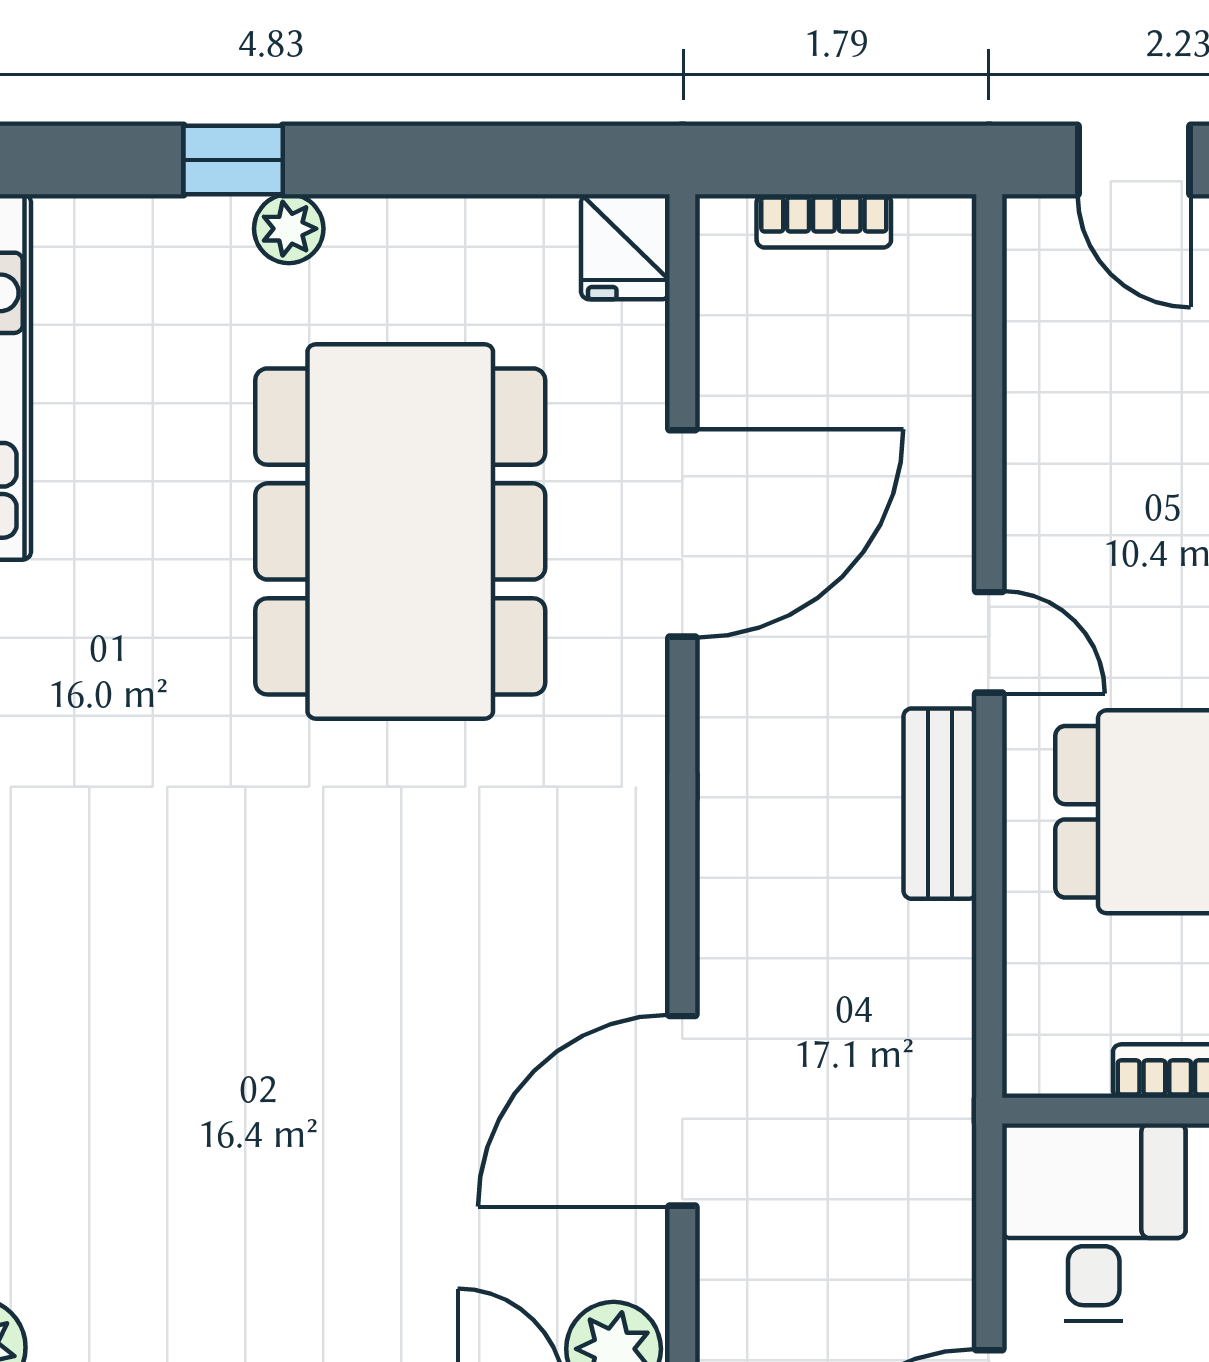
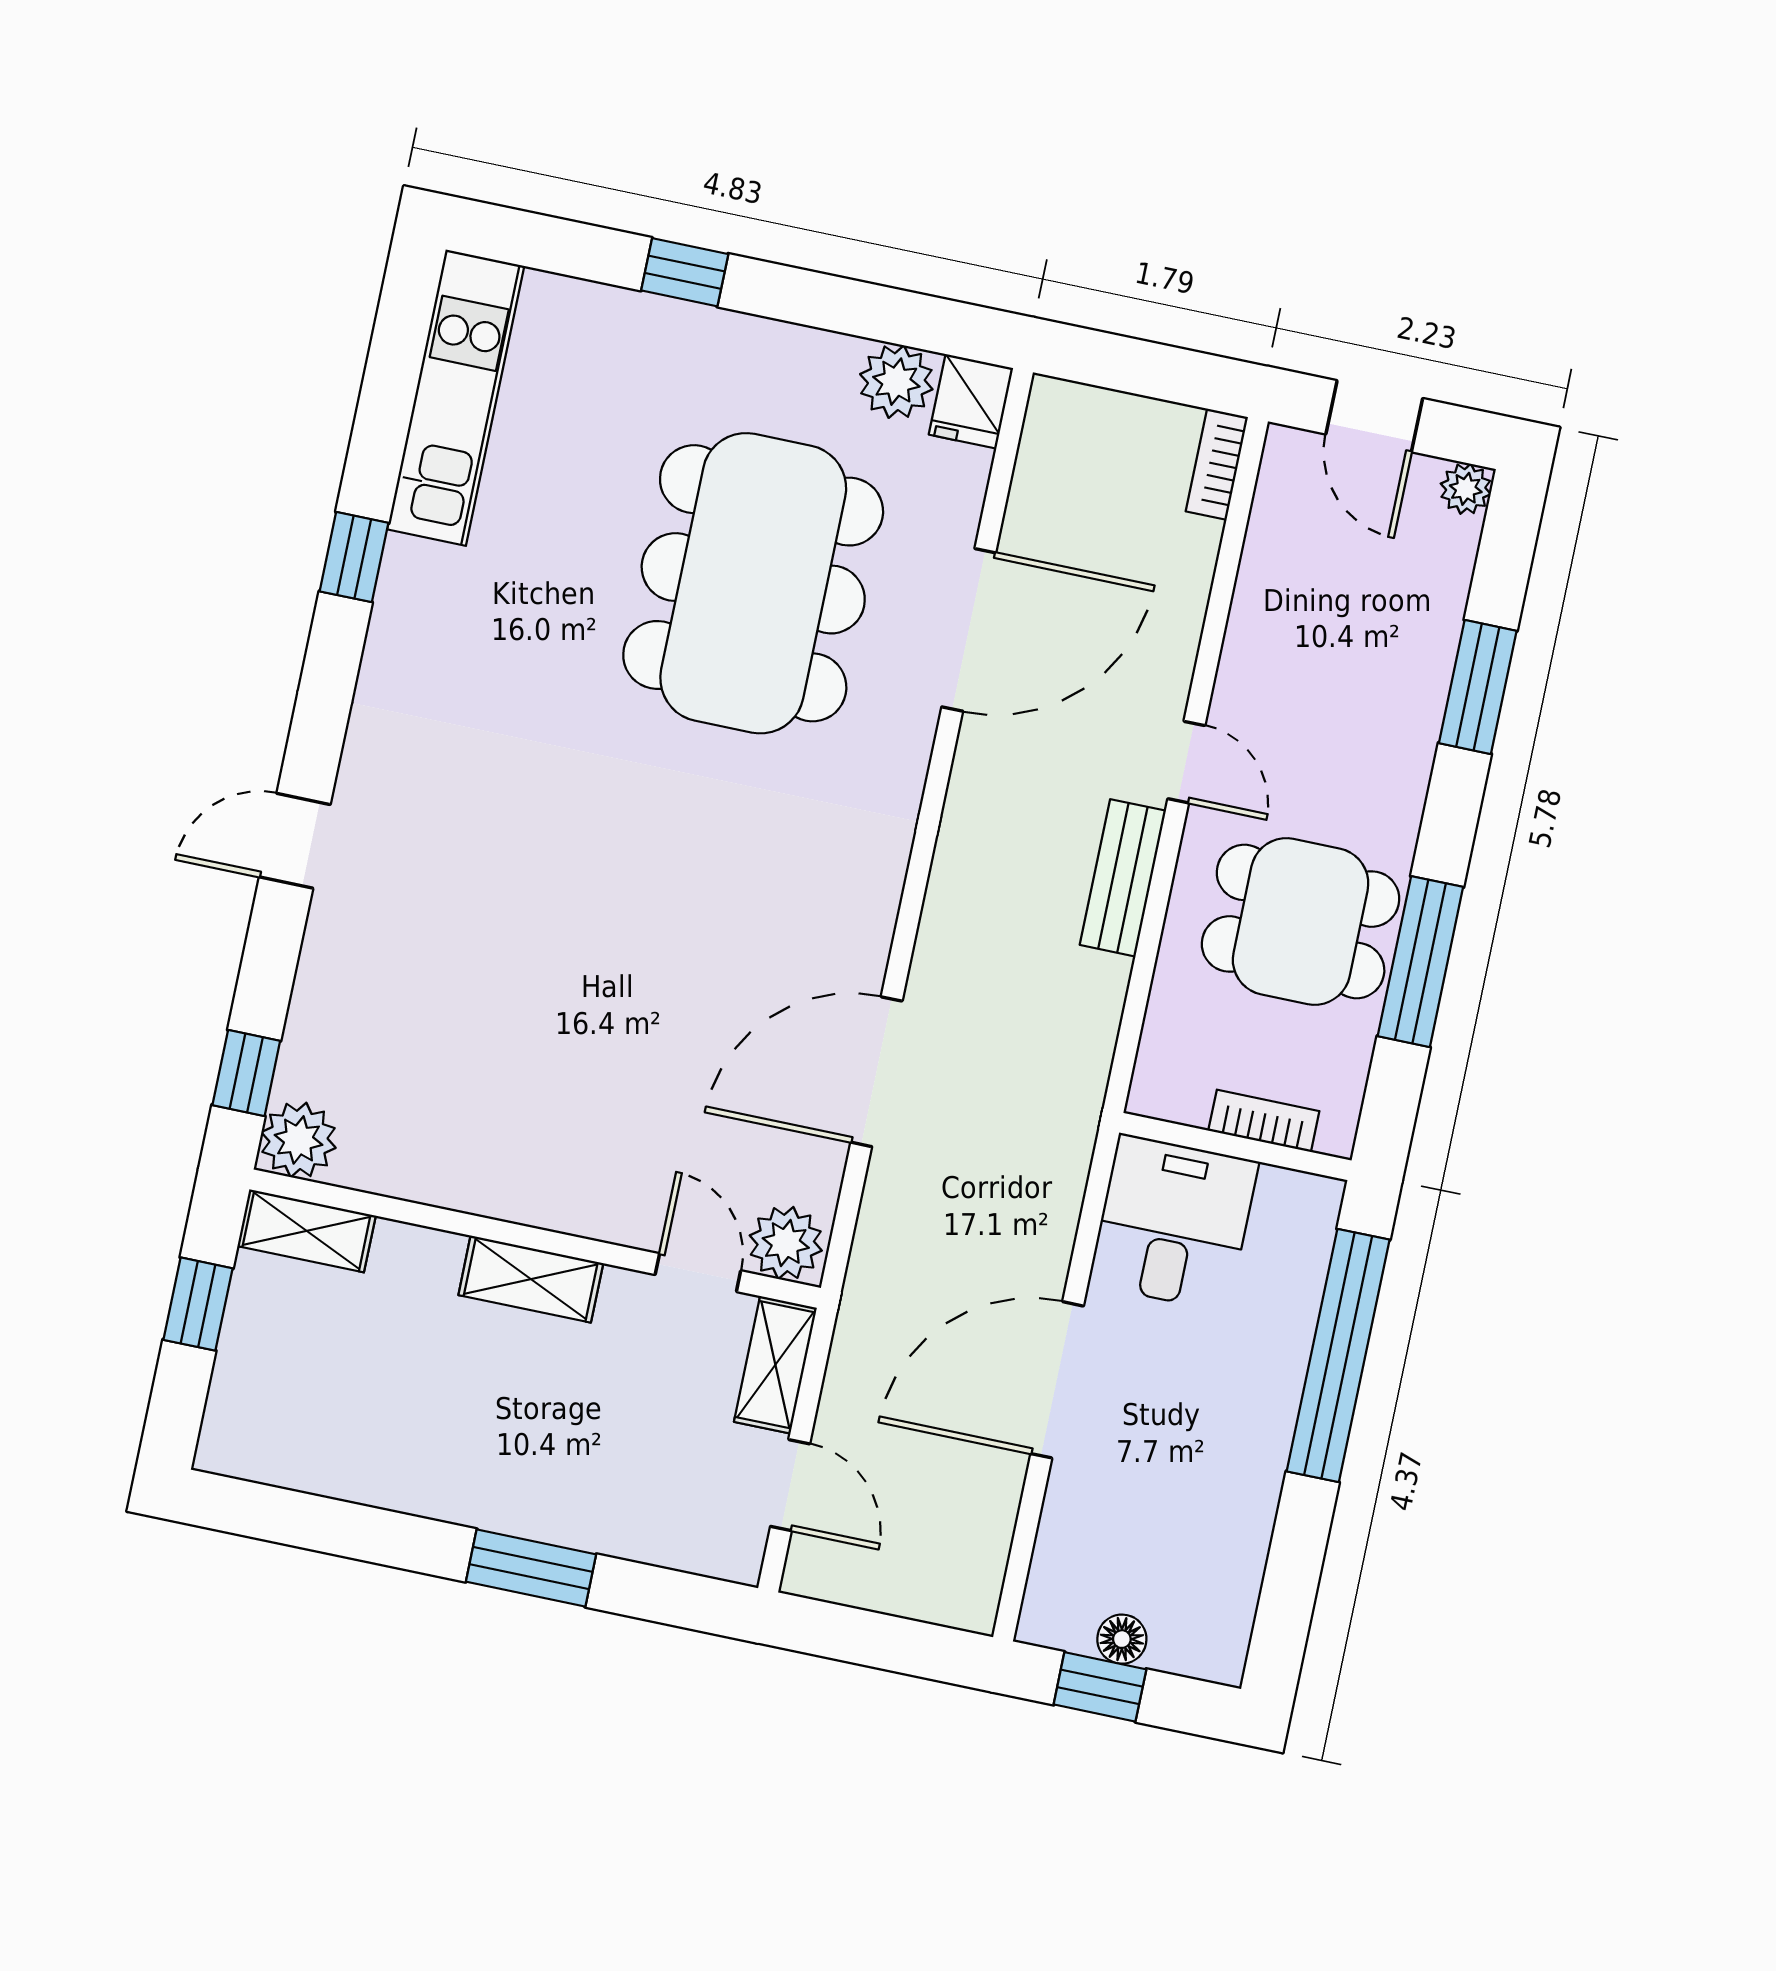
bookcase: (824, 221) -> (1217, 464), moved, turned 90
plant: (289, 229) -> (896, 382), moved, width x1.38, depth x1.38

